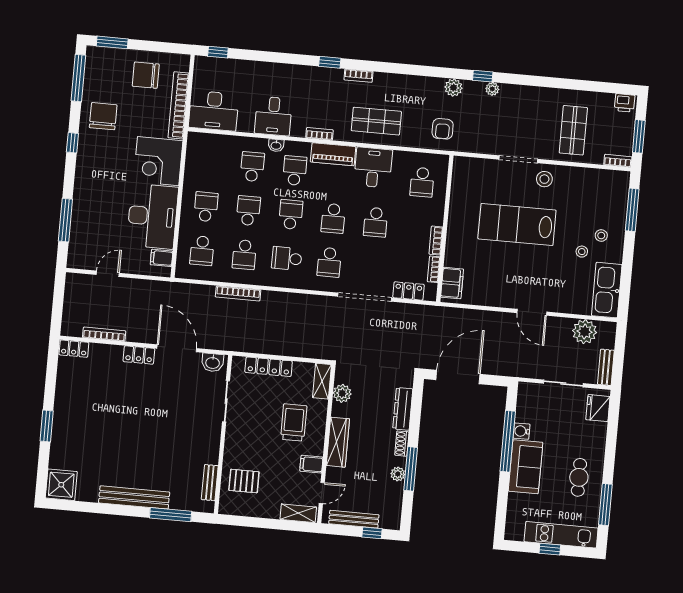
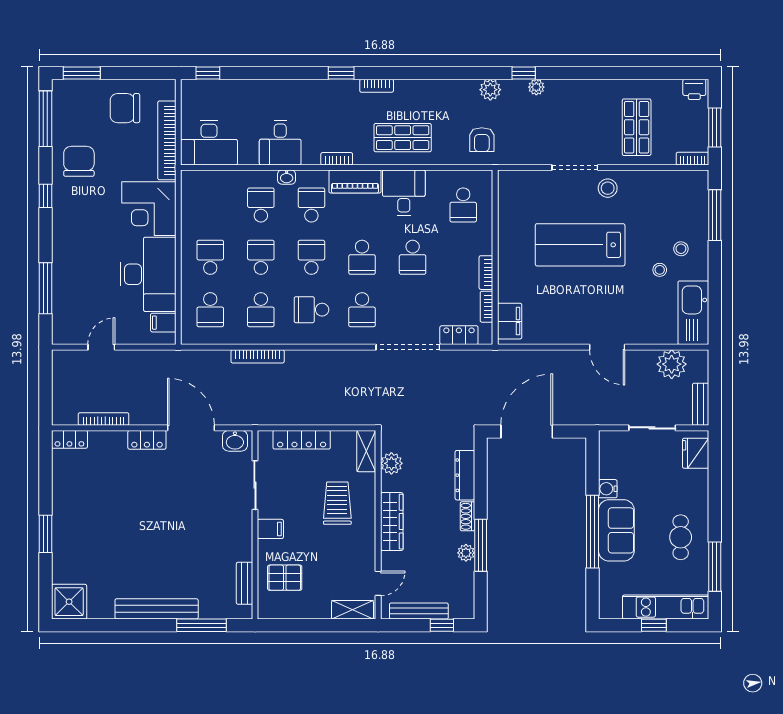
window: (508, 441) -> (592, 532), moved
filing cabinet: (311, 464) -> (270, 529), moved, turned 180

